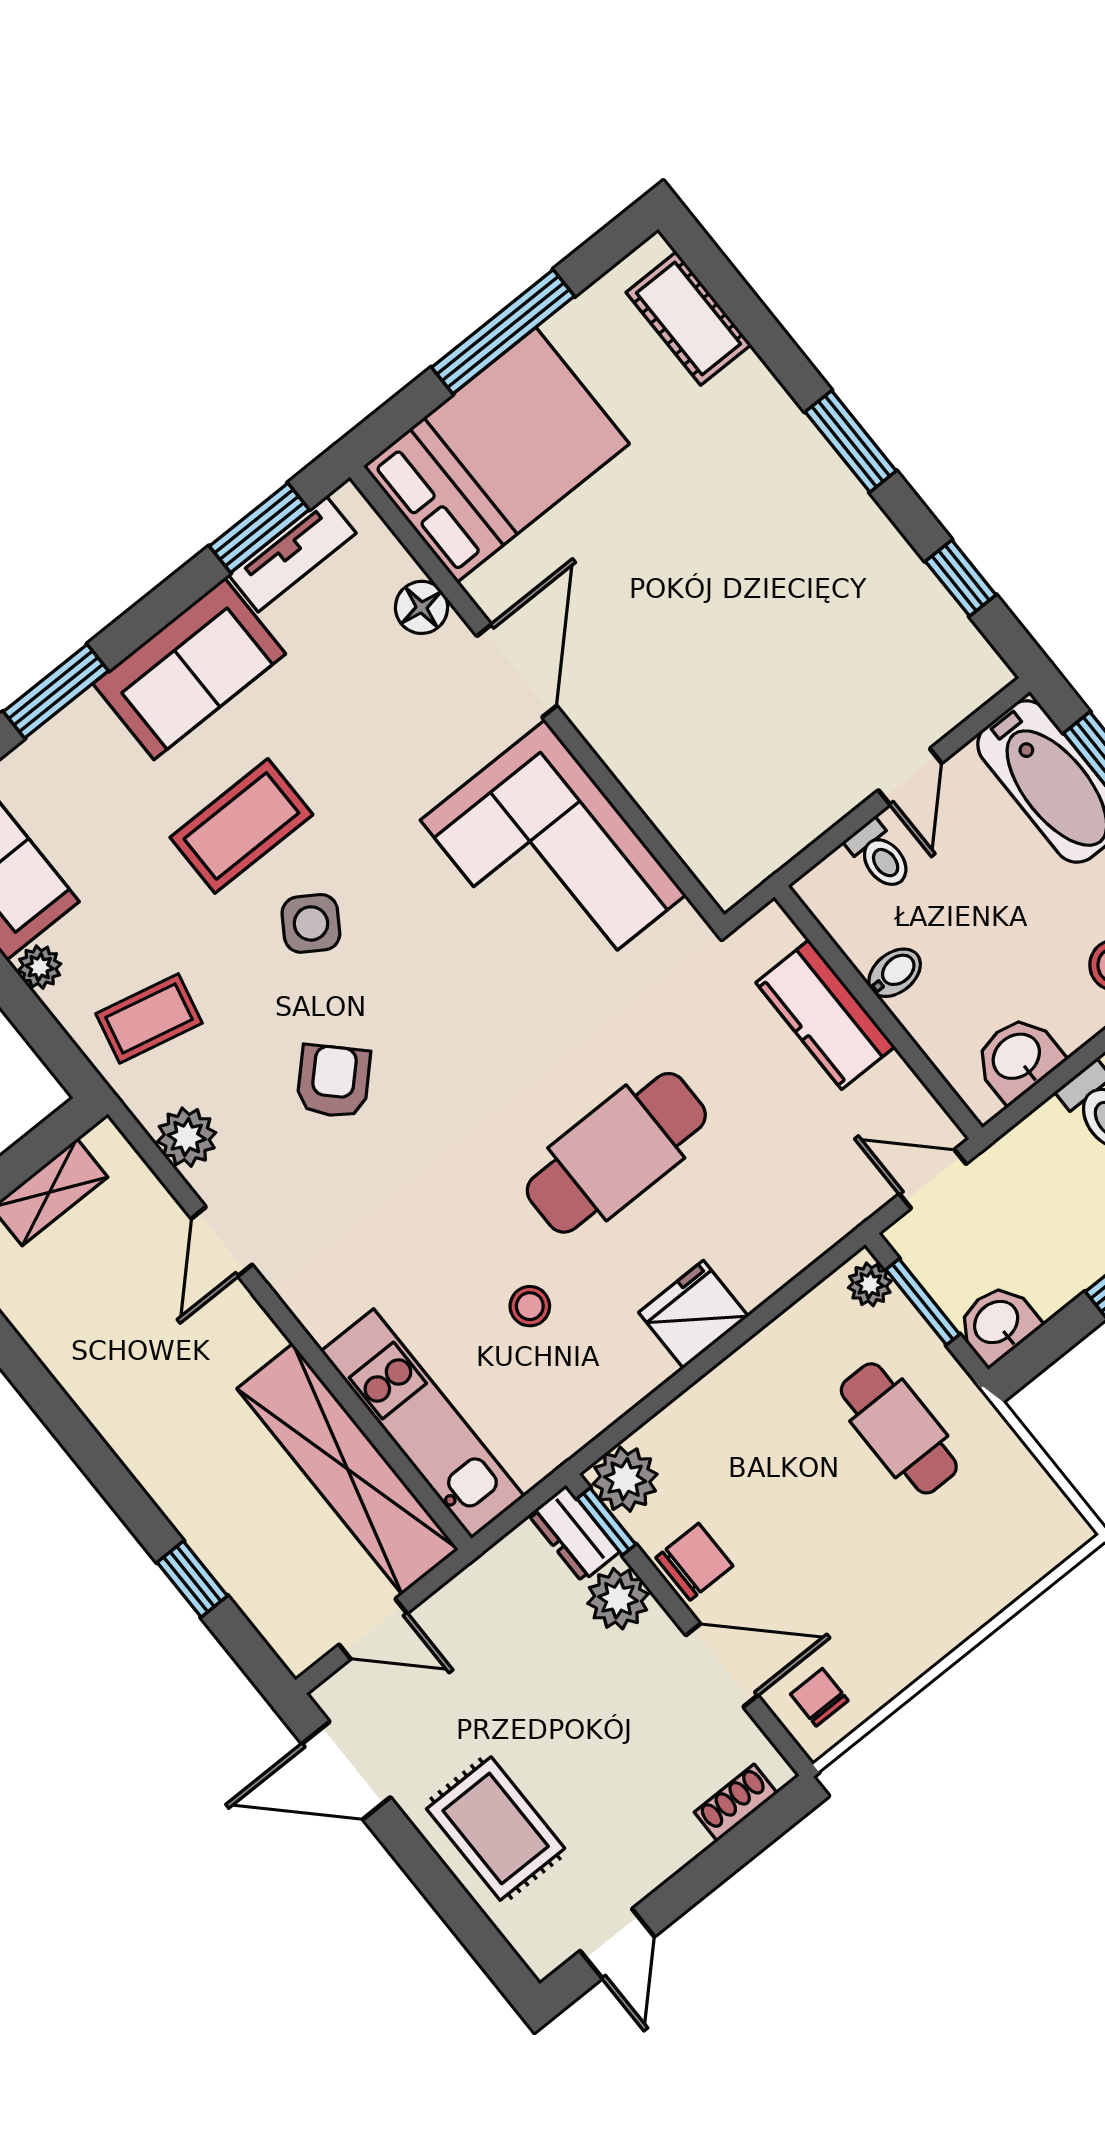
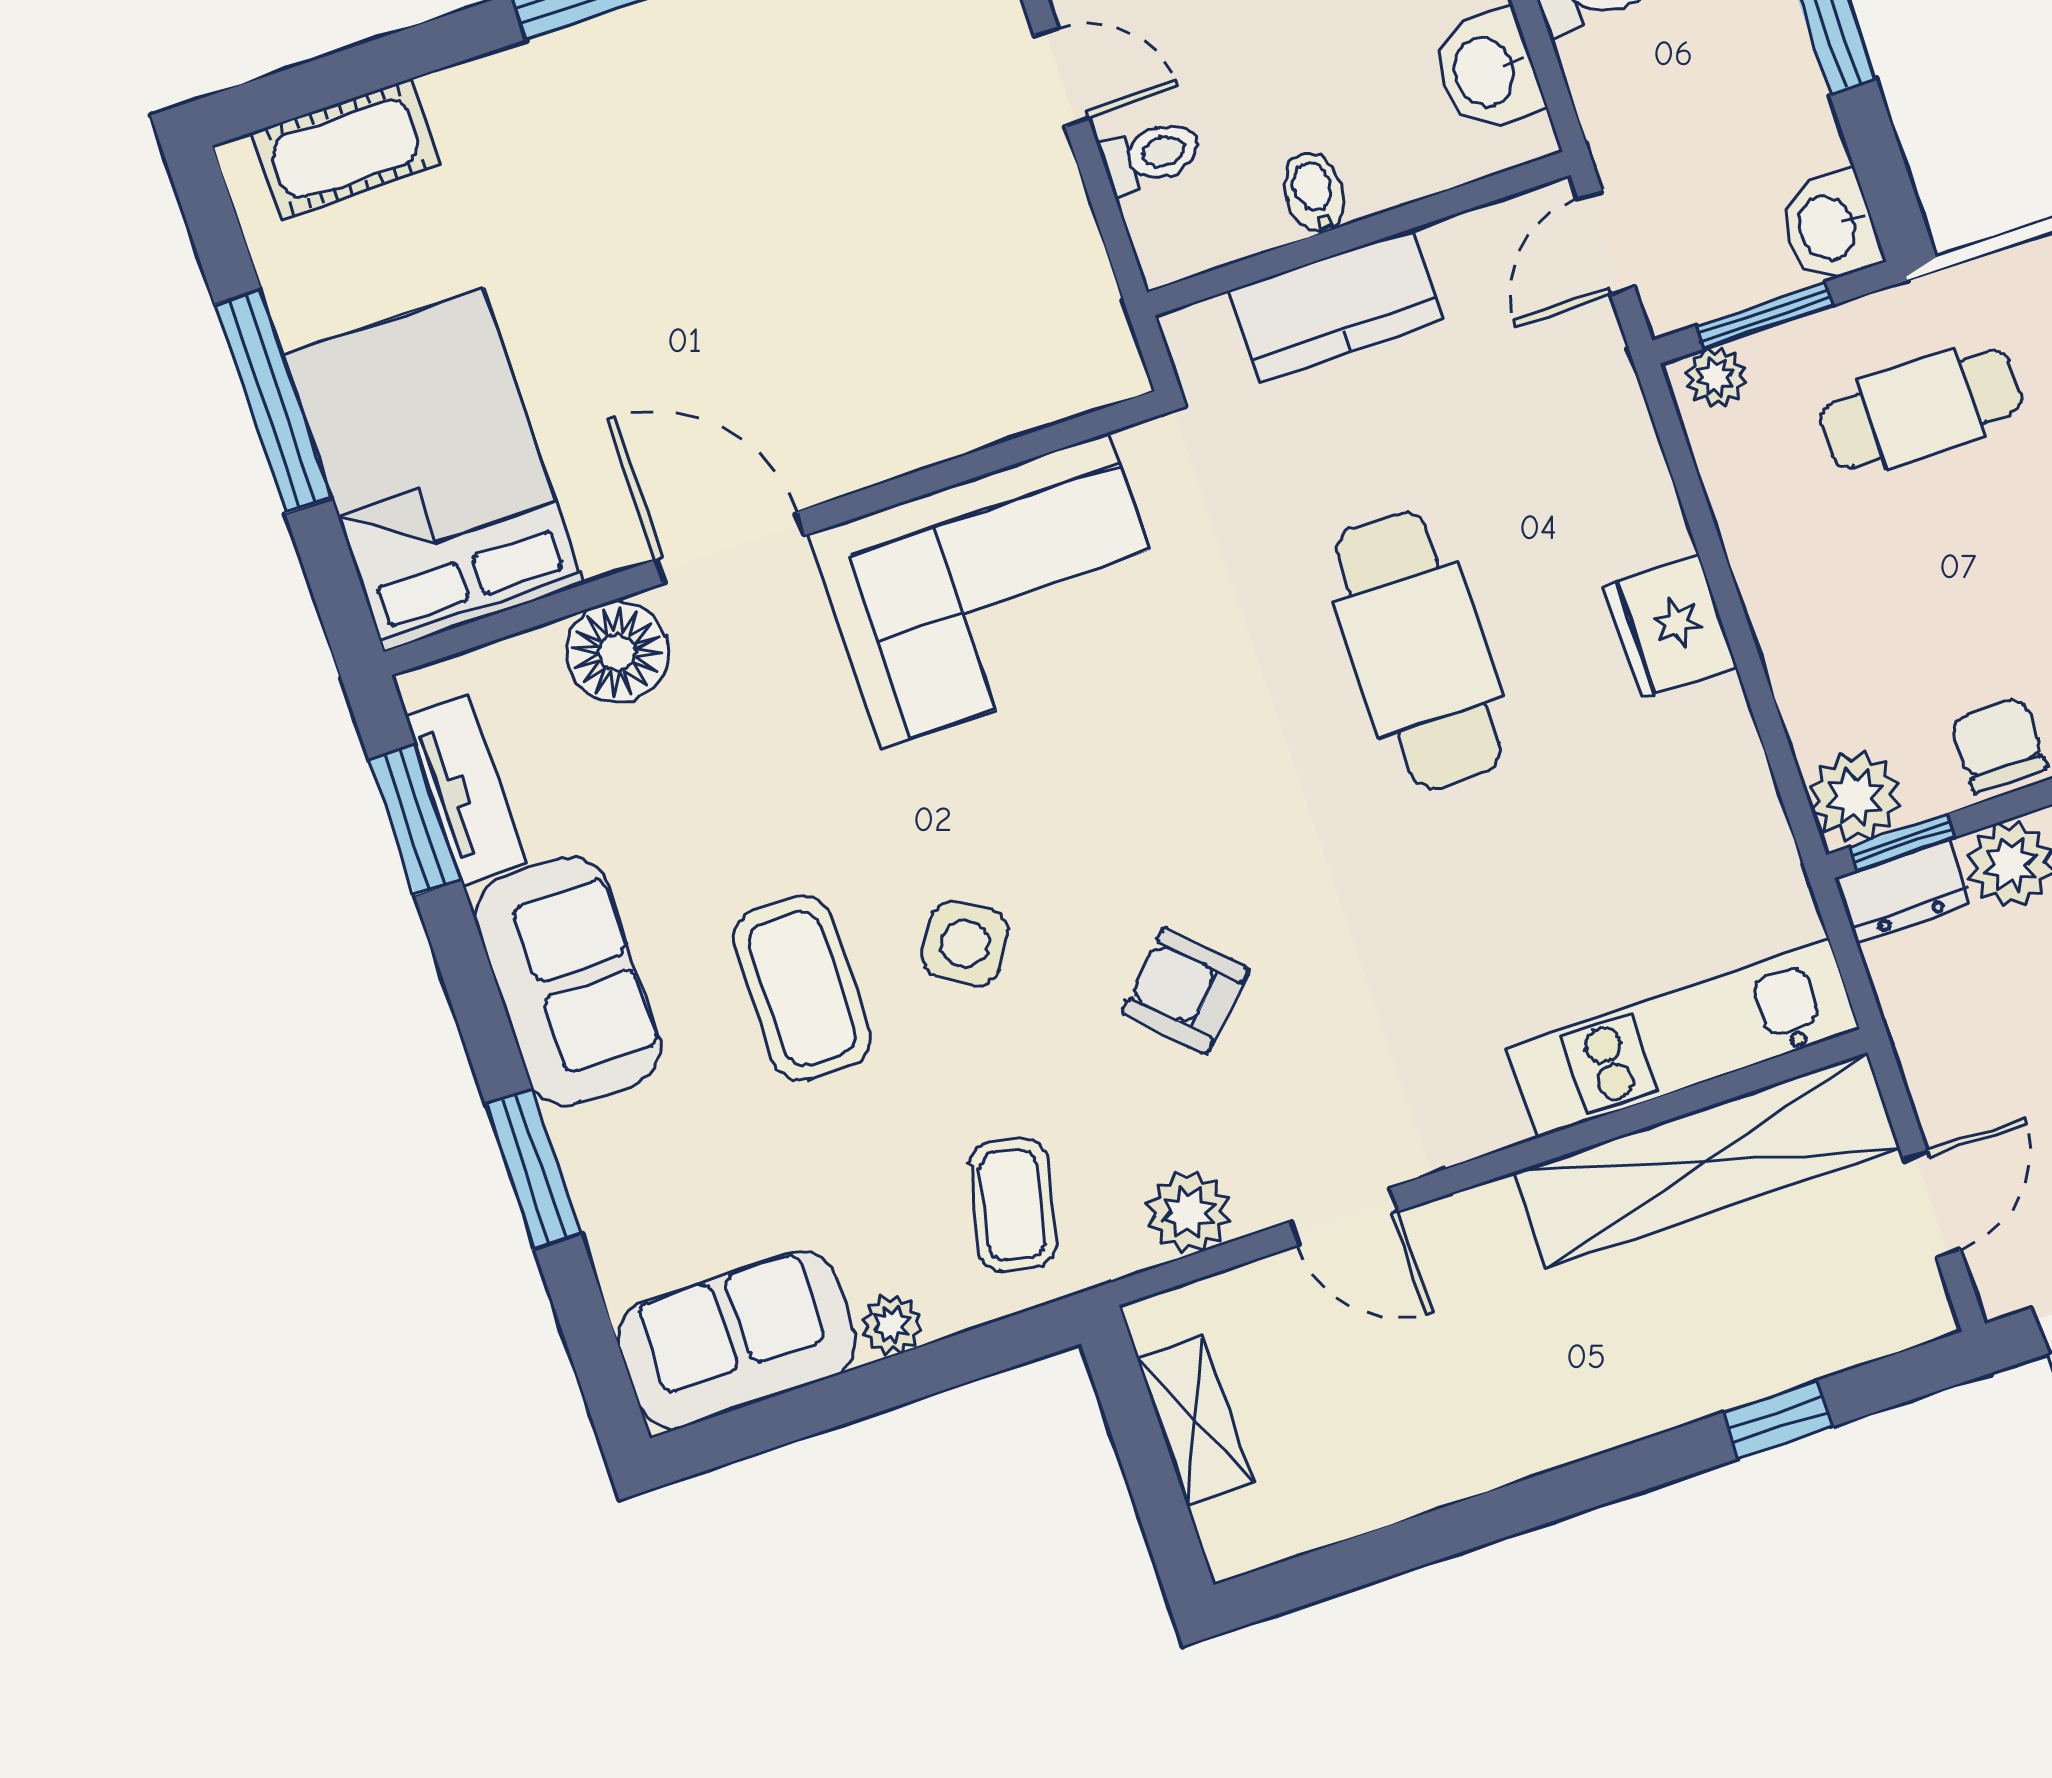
floor lamp: (422, 607) -> (617, 652), width x1.38, depth x1.38
stool: (530, 1306) -> (1579, 839), removed

